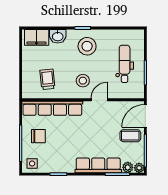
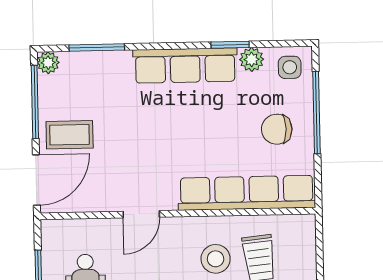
stool: (83, 81) -> (216, 259), moved
row of seats: (98, 165) -> (185, 65), moved
plant: (128, 167) -> (252, 59), moved

